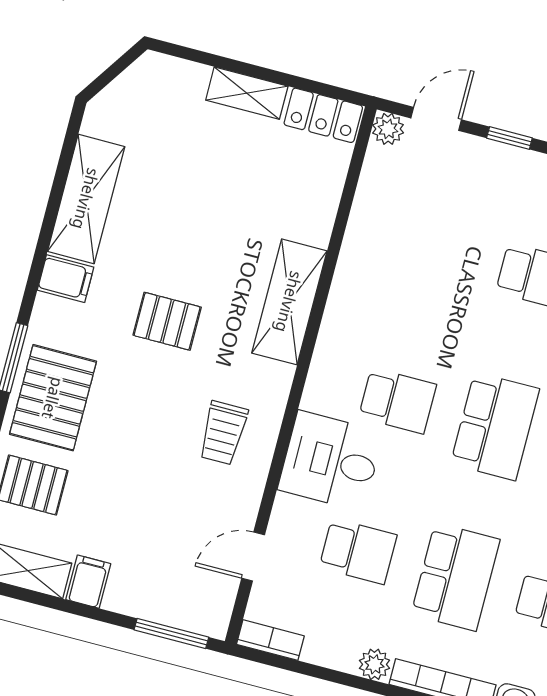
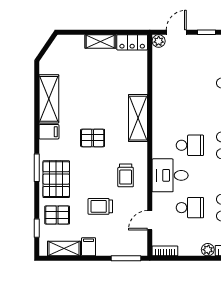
trolley: (142, 492) -> (100, 206), added

